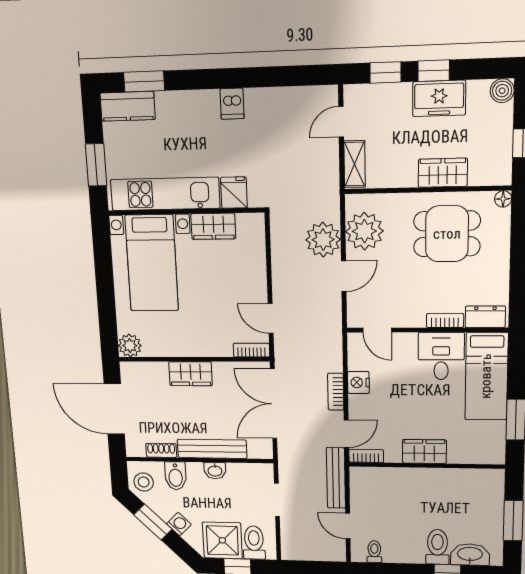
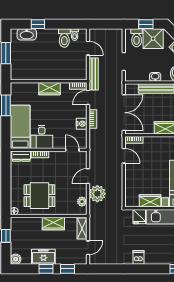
wardrobe: (443, 173) -> (53, 224), moved
plant: (364, 231) -> (82, 202), width x0.53, depth x0.53
toilet: (437, 547) -> (64, 38), moved

